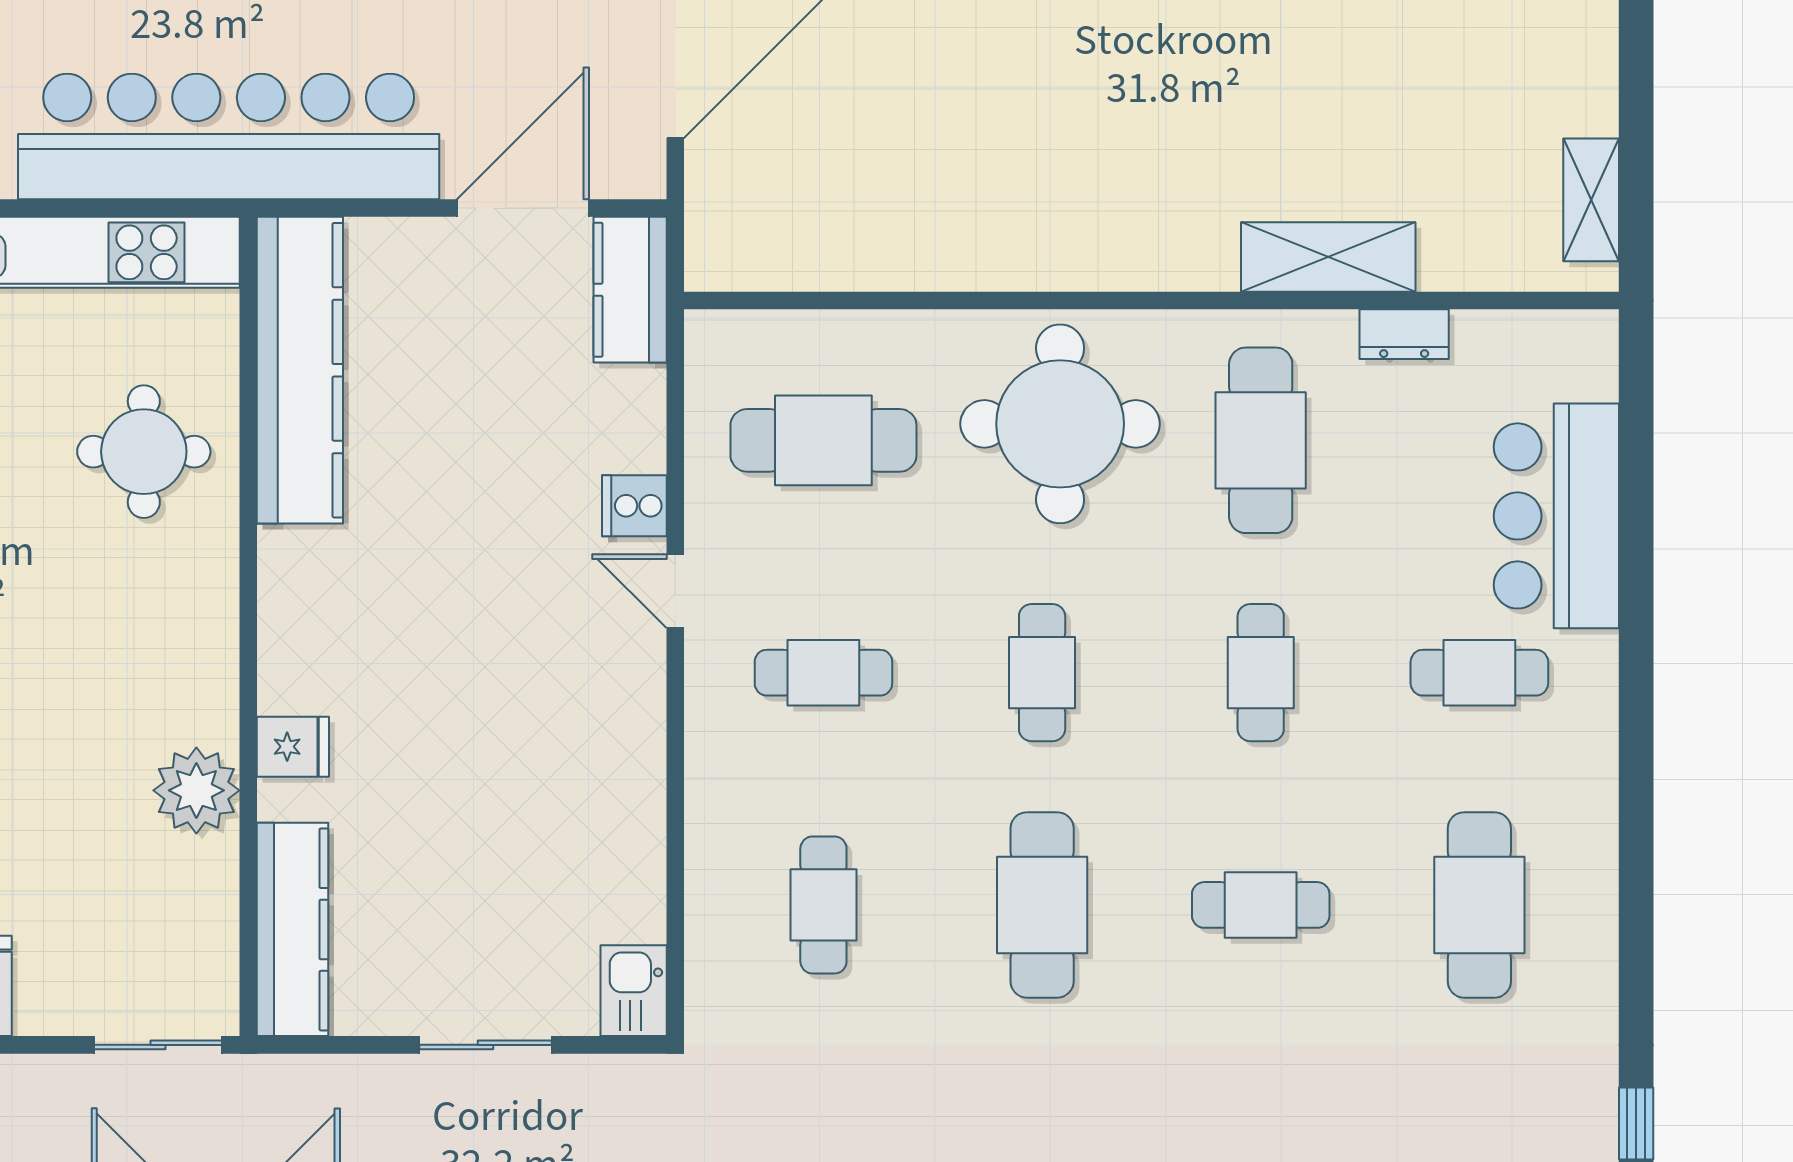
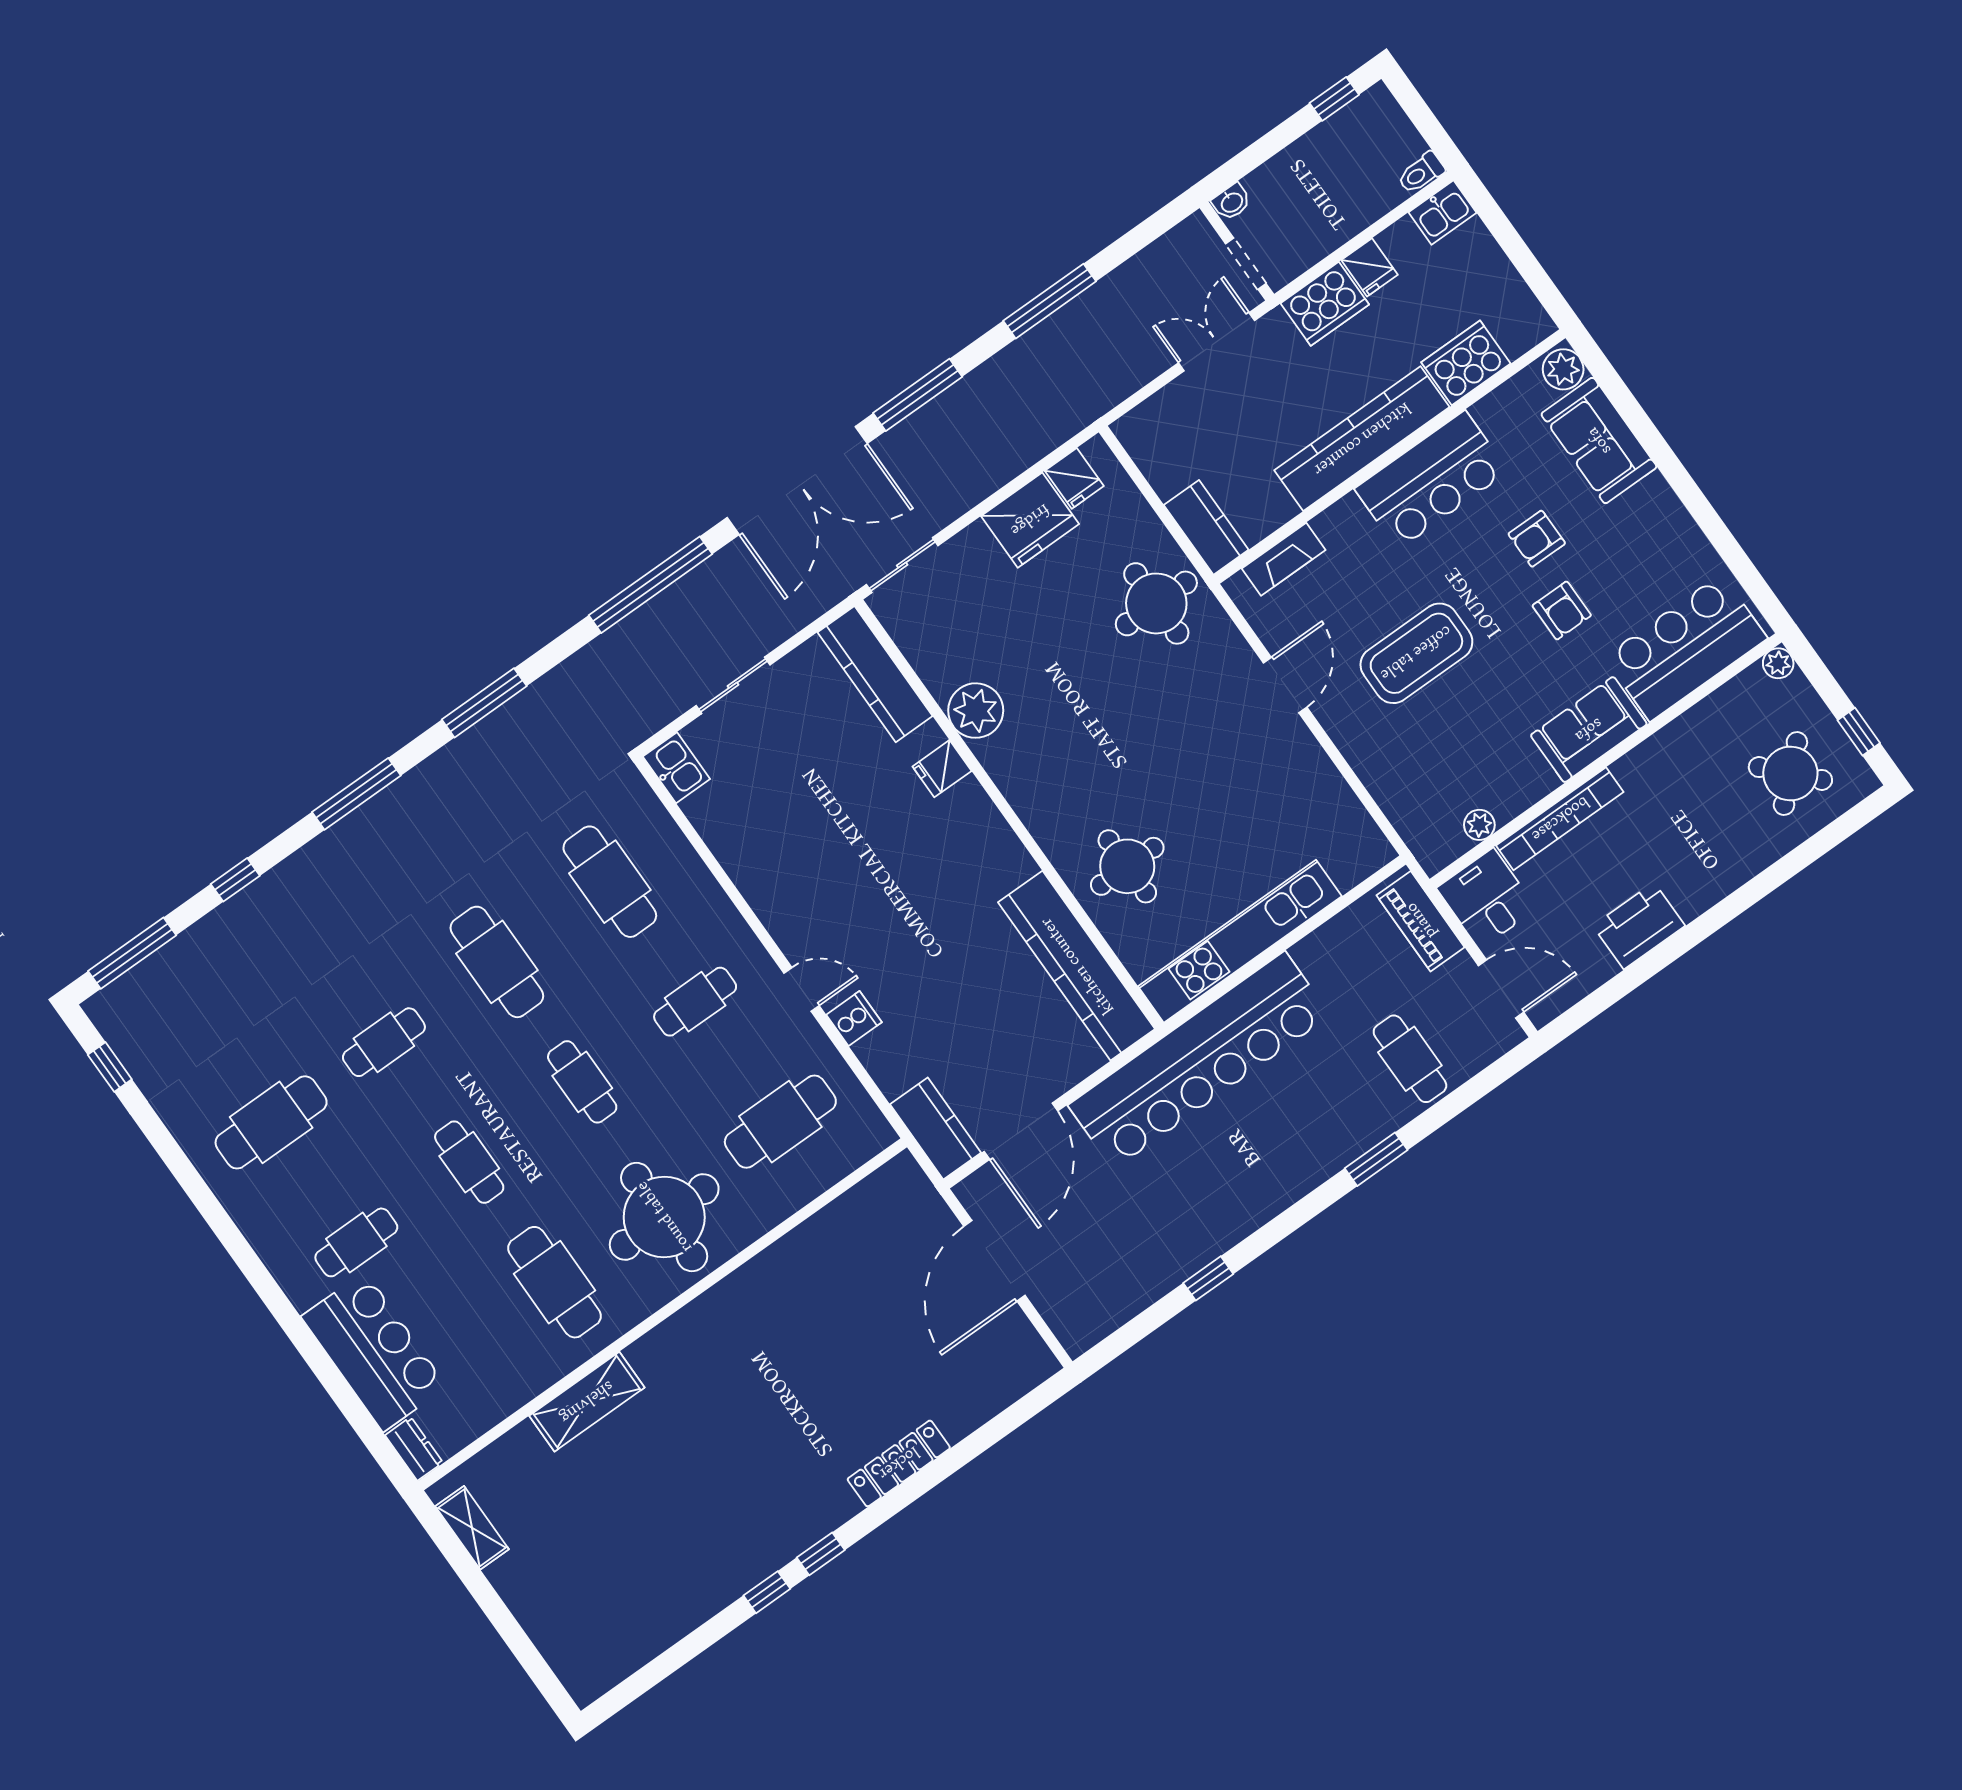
dresser: (1404, 334) -> (414, 1449), moved, turned 90
cafe table: (823, 905) -> (610, 882), width x1.37, depth x1.35
cafe table: (1479, 905) -> (271, 1122), turned 90

